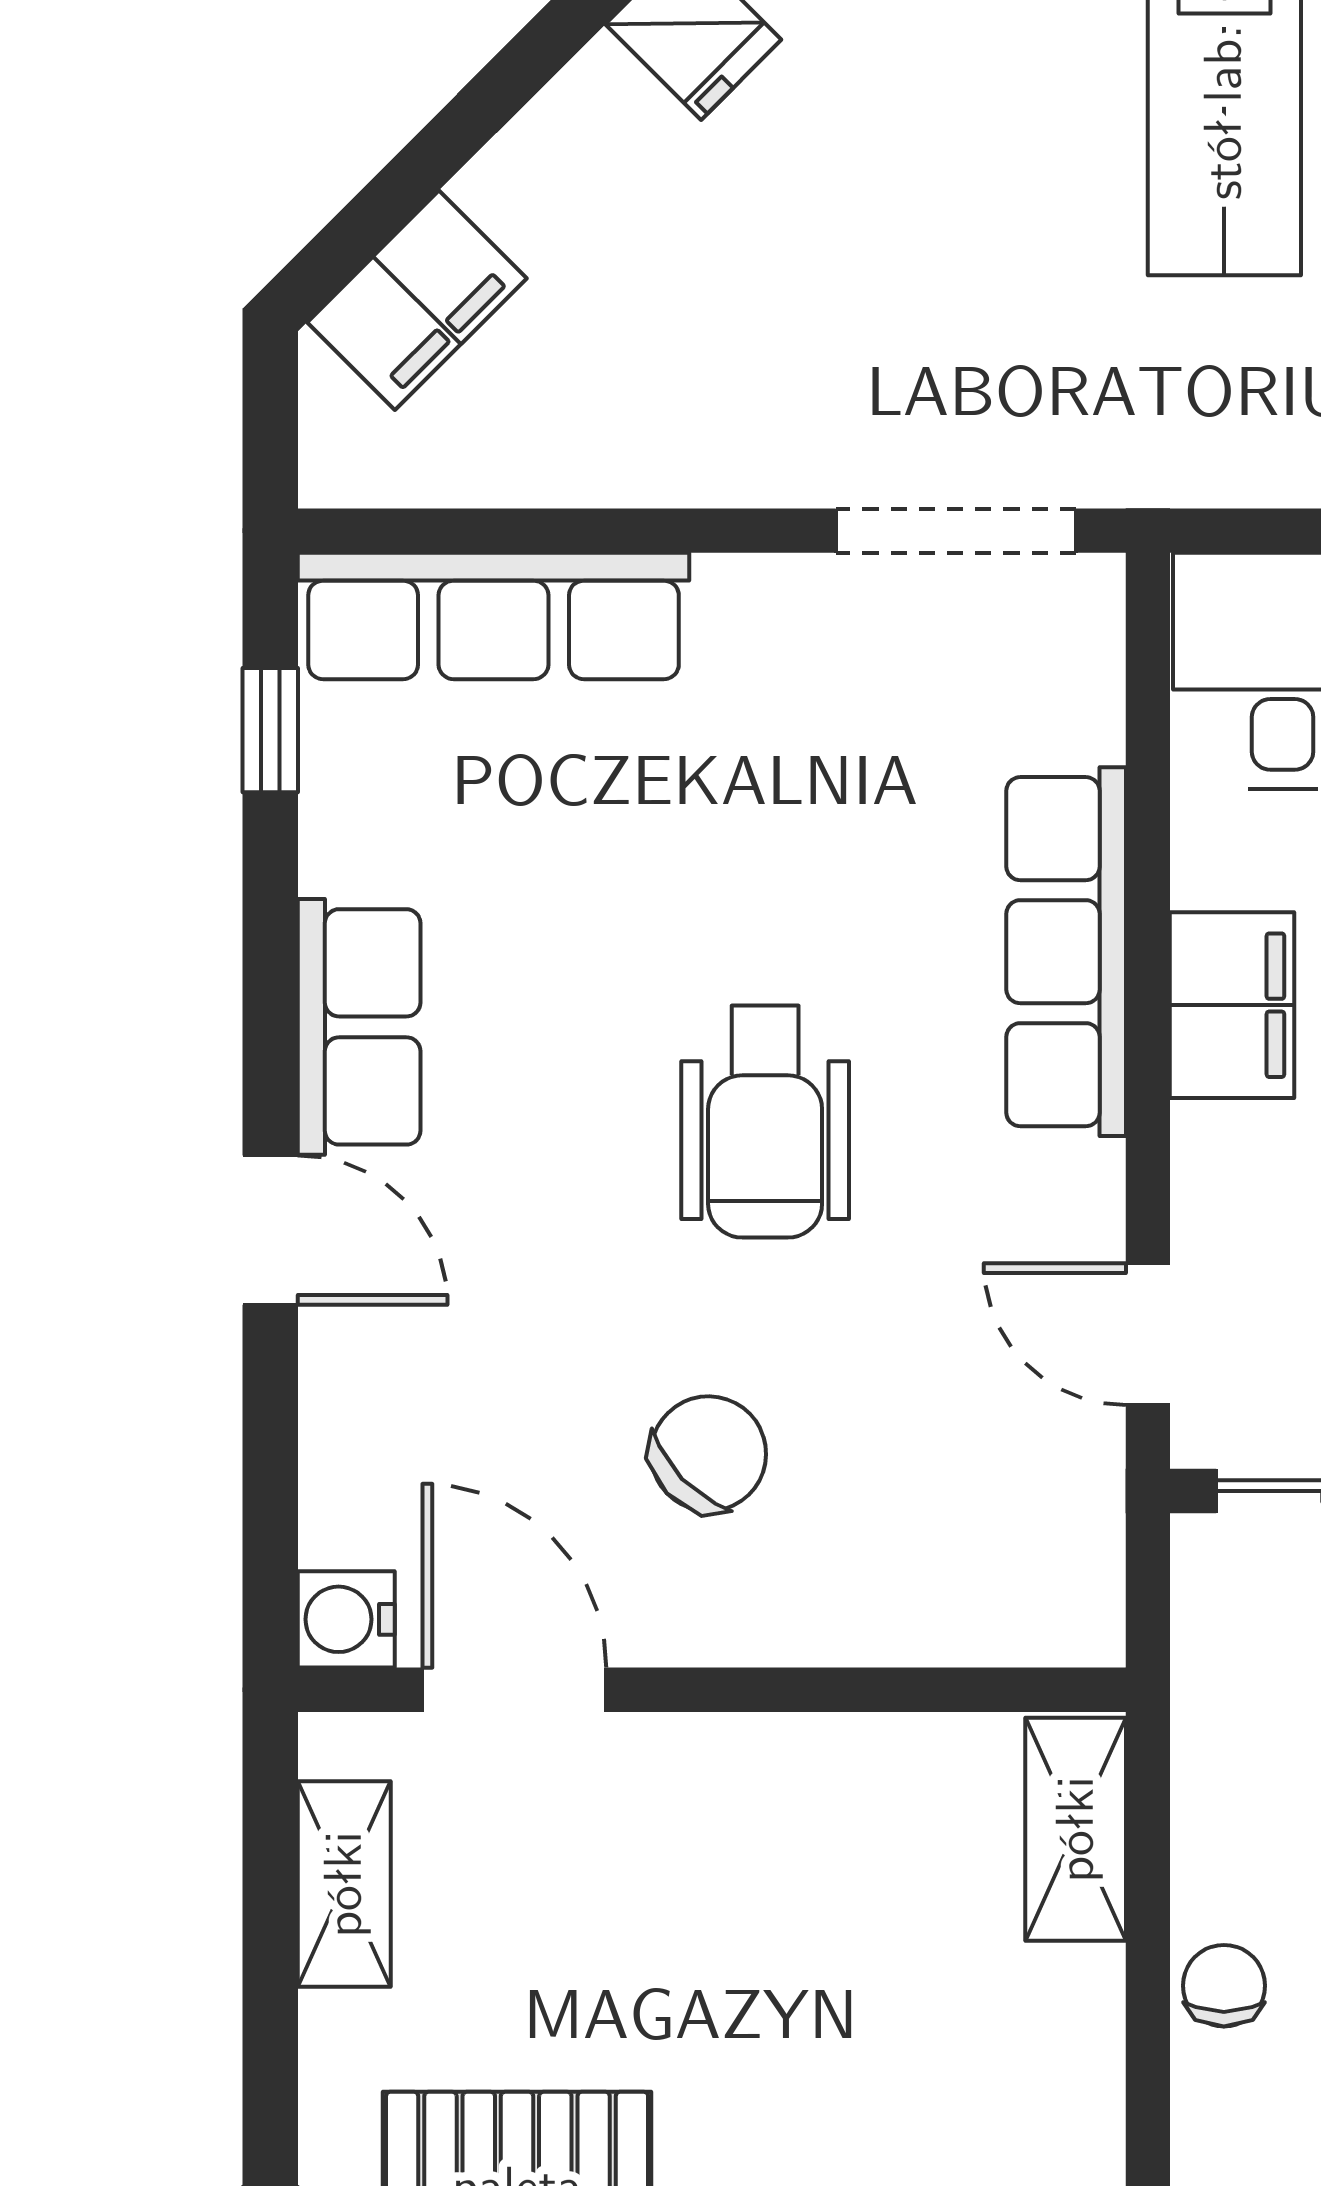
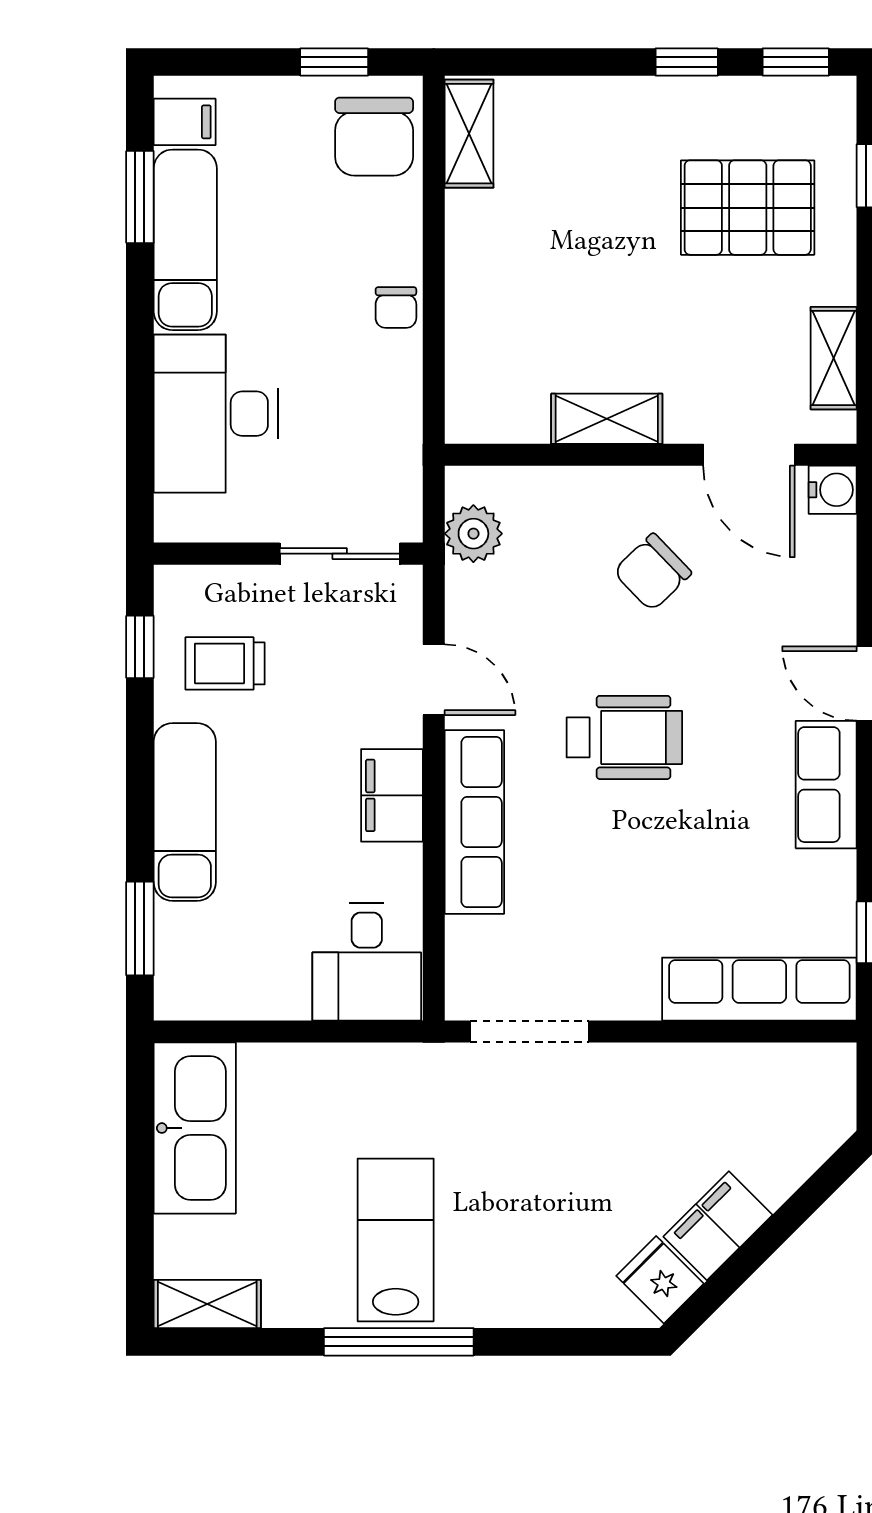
filing cabinet: (417, 300) -> (718, 1226), moved
wheelchair: (765, 1122) -> (624, 737), turned 90
door: (1148, 1334) -> (434, 680), moved
plant: (1068, 1531) -> (473, 534), added
shelving: (1076, 1829) -> (607, 419), moved, turned 90

